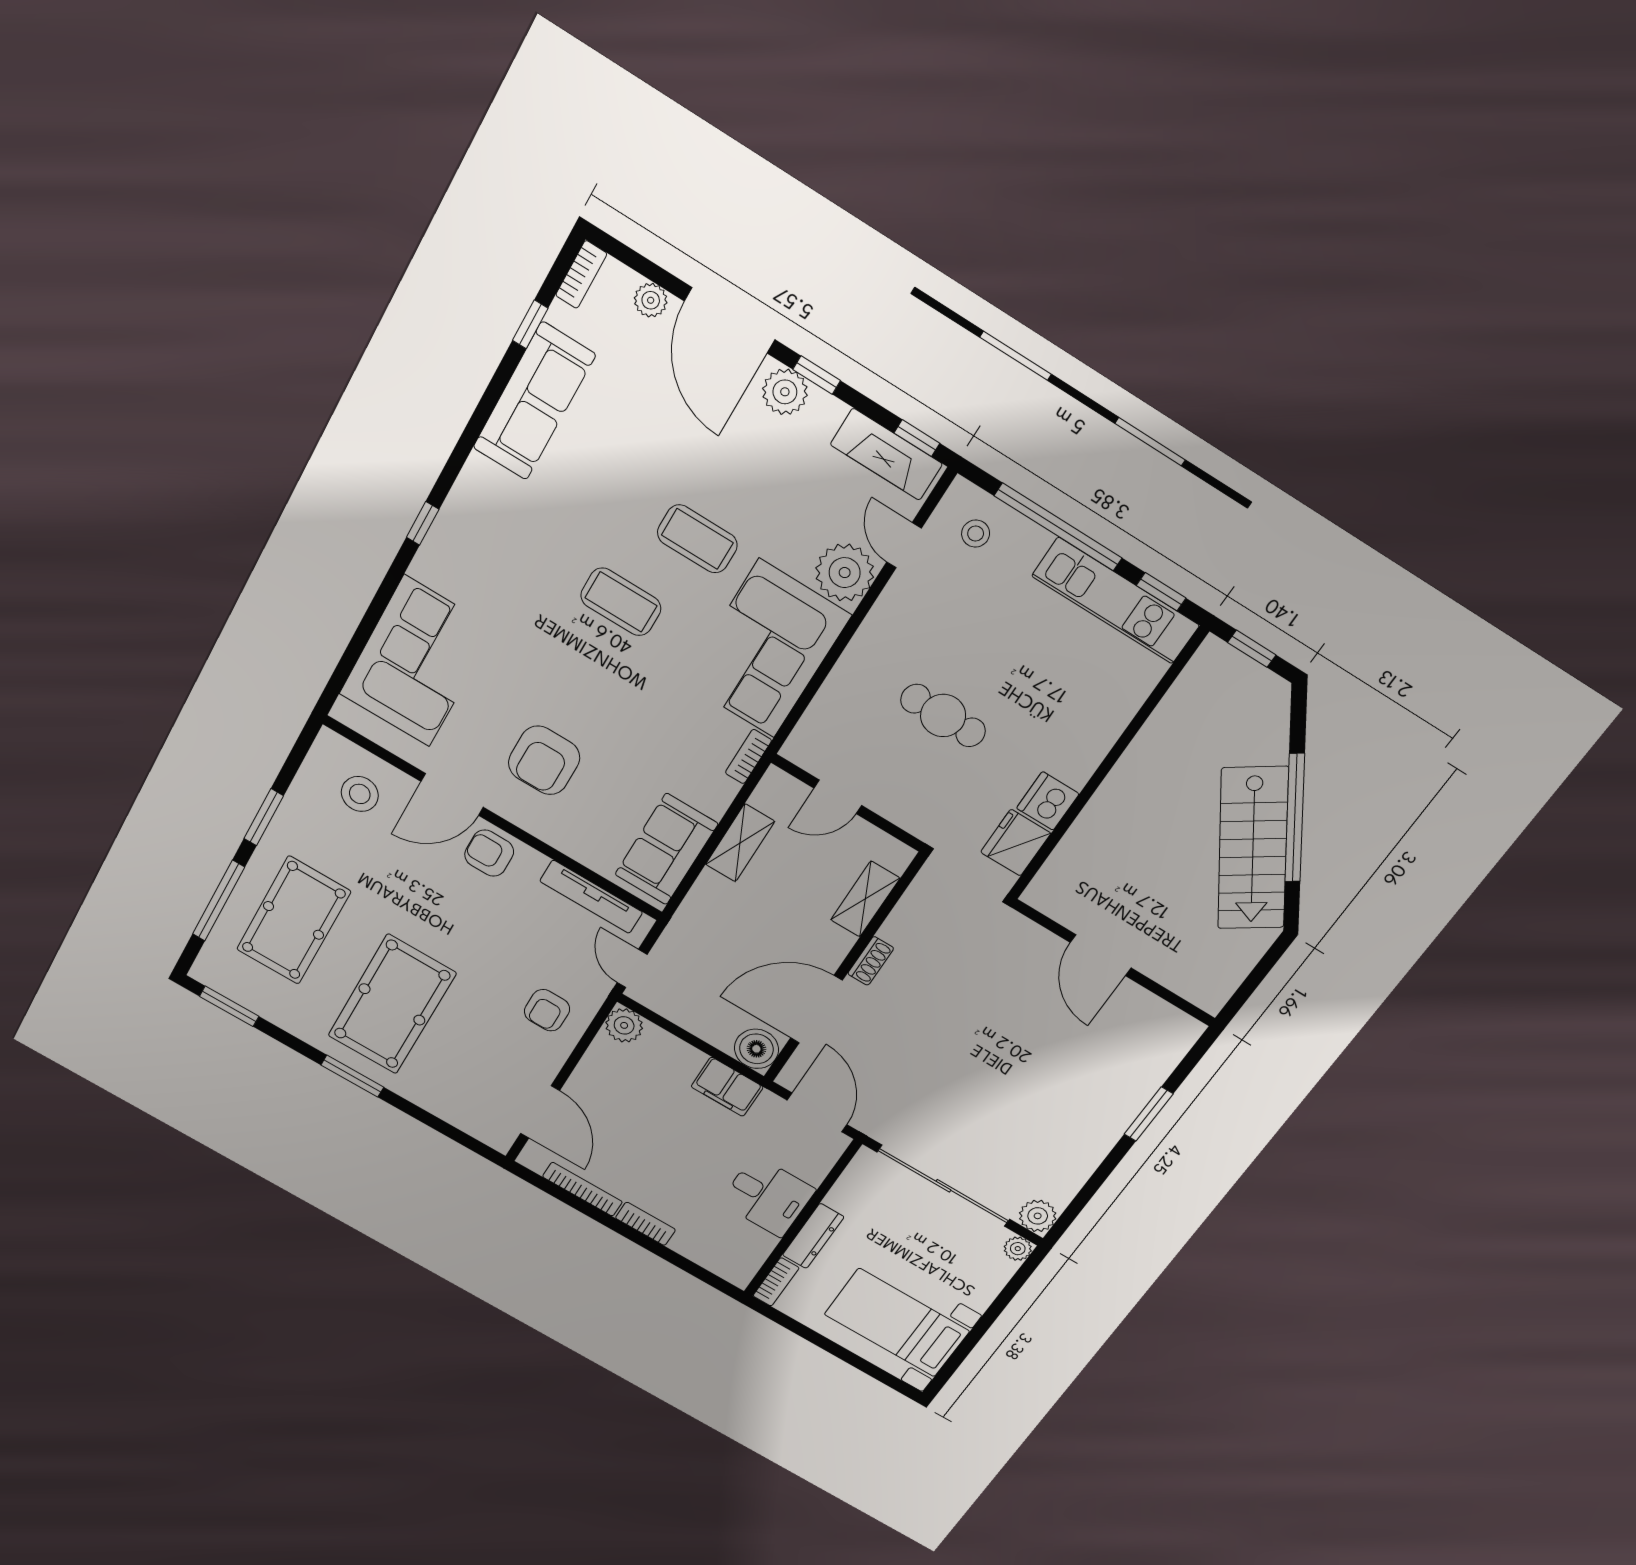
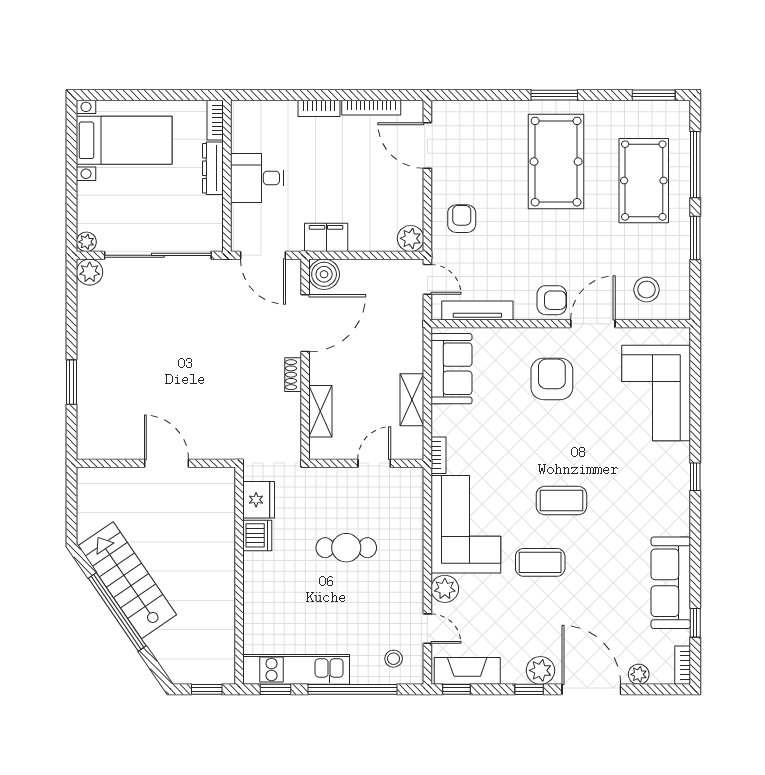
plant: (845, 573) -> (445, 589), width x0.73, depth x0.73

